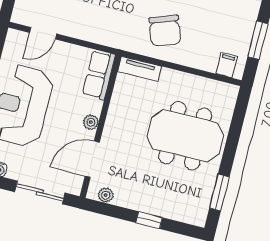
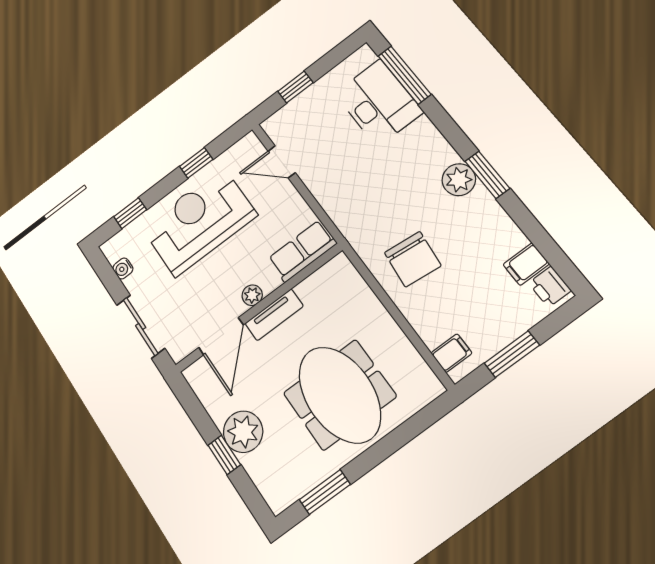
chair: (165, 31) -> (413, 259), turned -64
tv unit: (140, 69) -> (274, 315), moved, turned -90
door: (92, 159) -> (221, 336), swing flipped
plant: (106, 195) -> (243, 432), moved, width x1.88, depth x1.88

